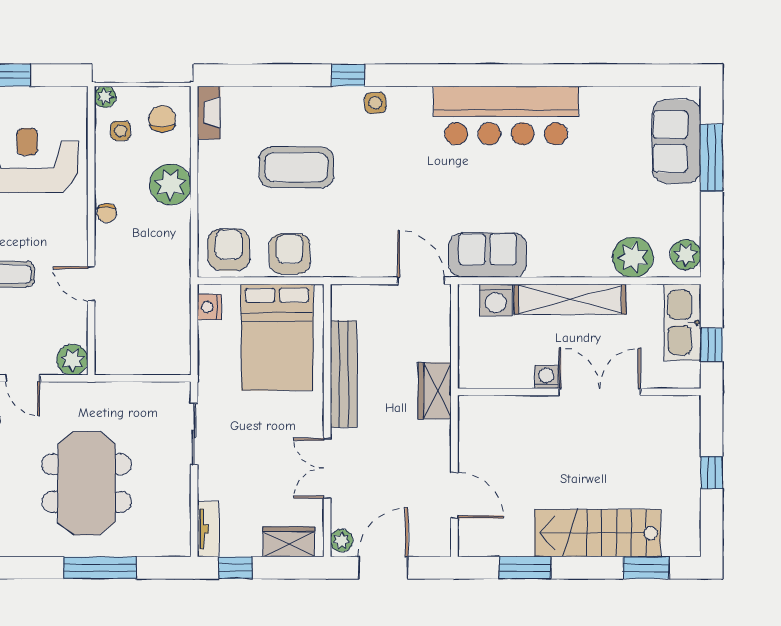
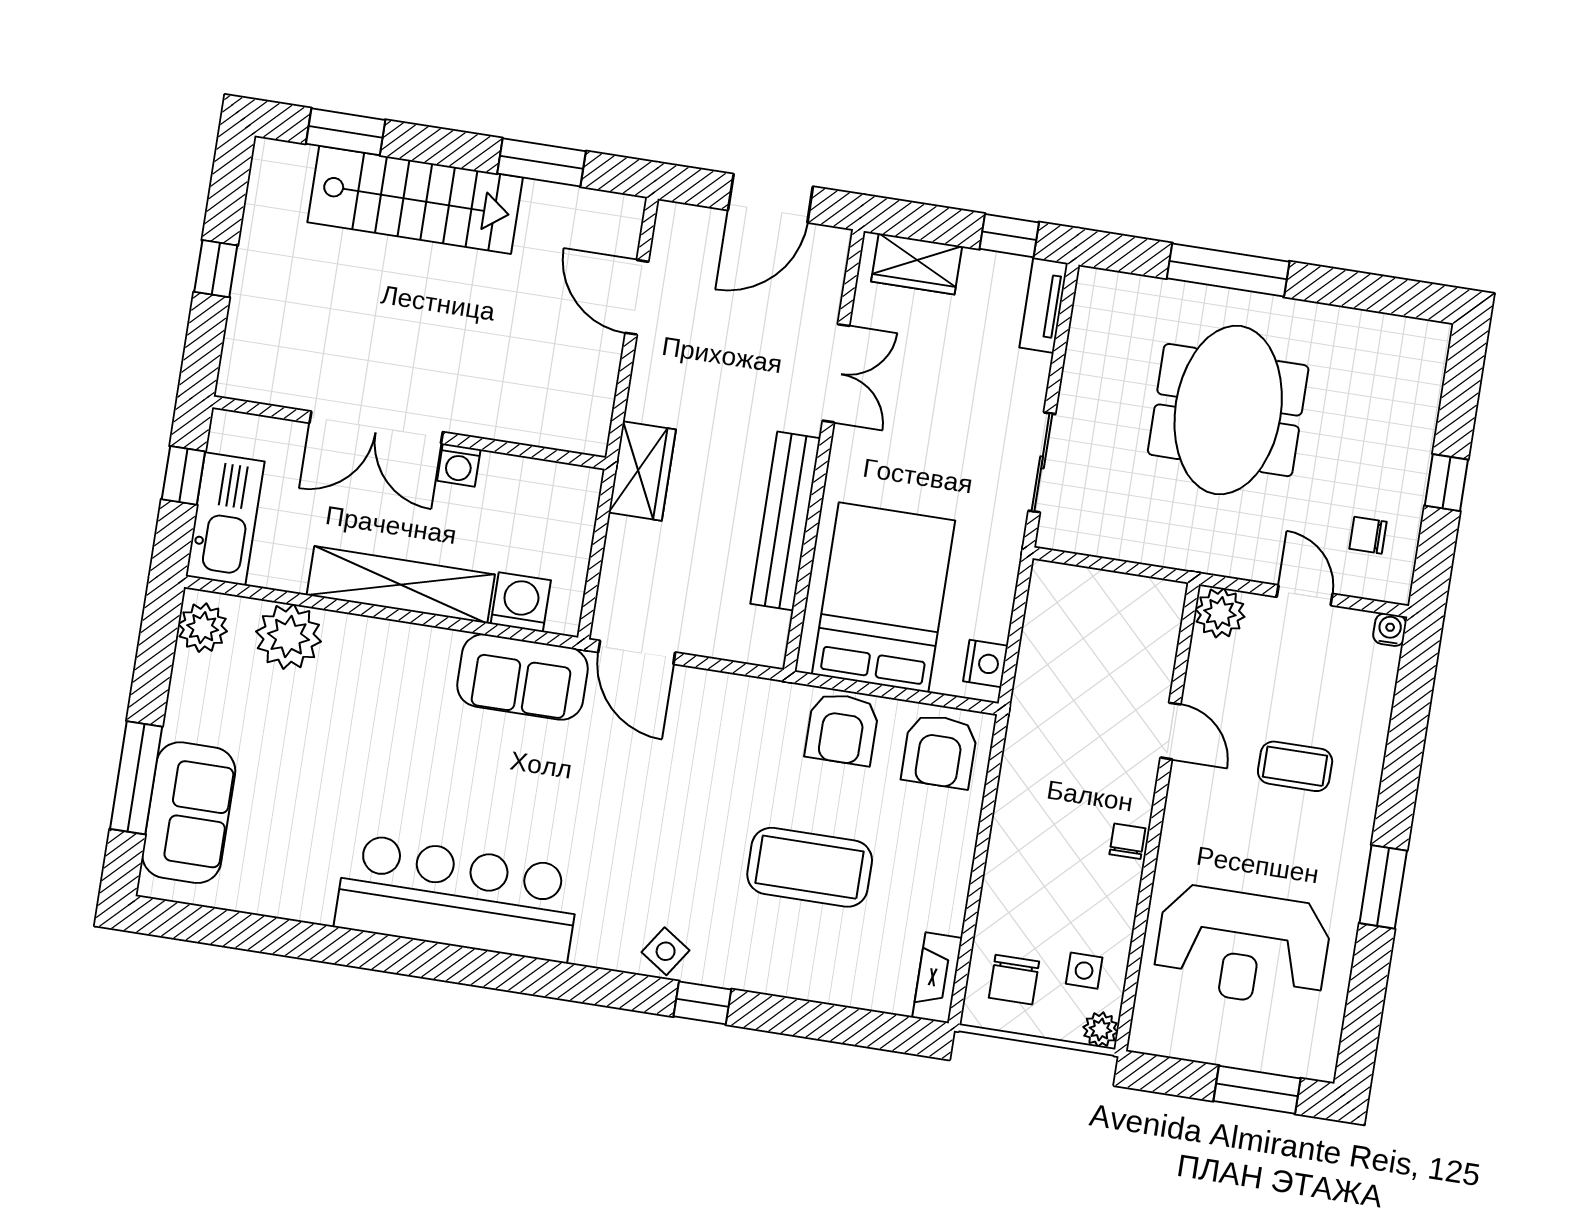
side table: (375, 103) -> (666, 951), turned 36
plant: (170, 184) -> (1017, 871), removed
plant: (342, 541) -> (831, 253), removed

